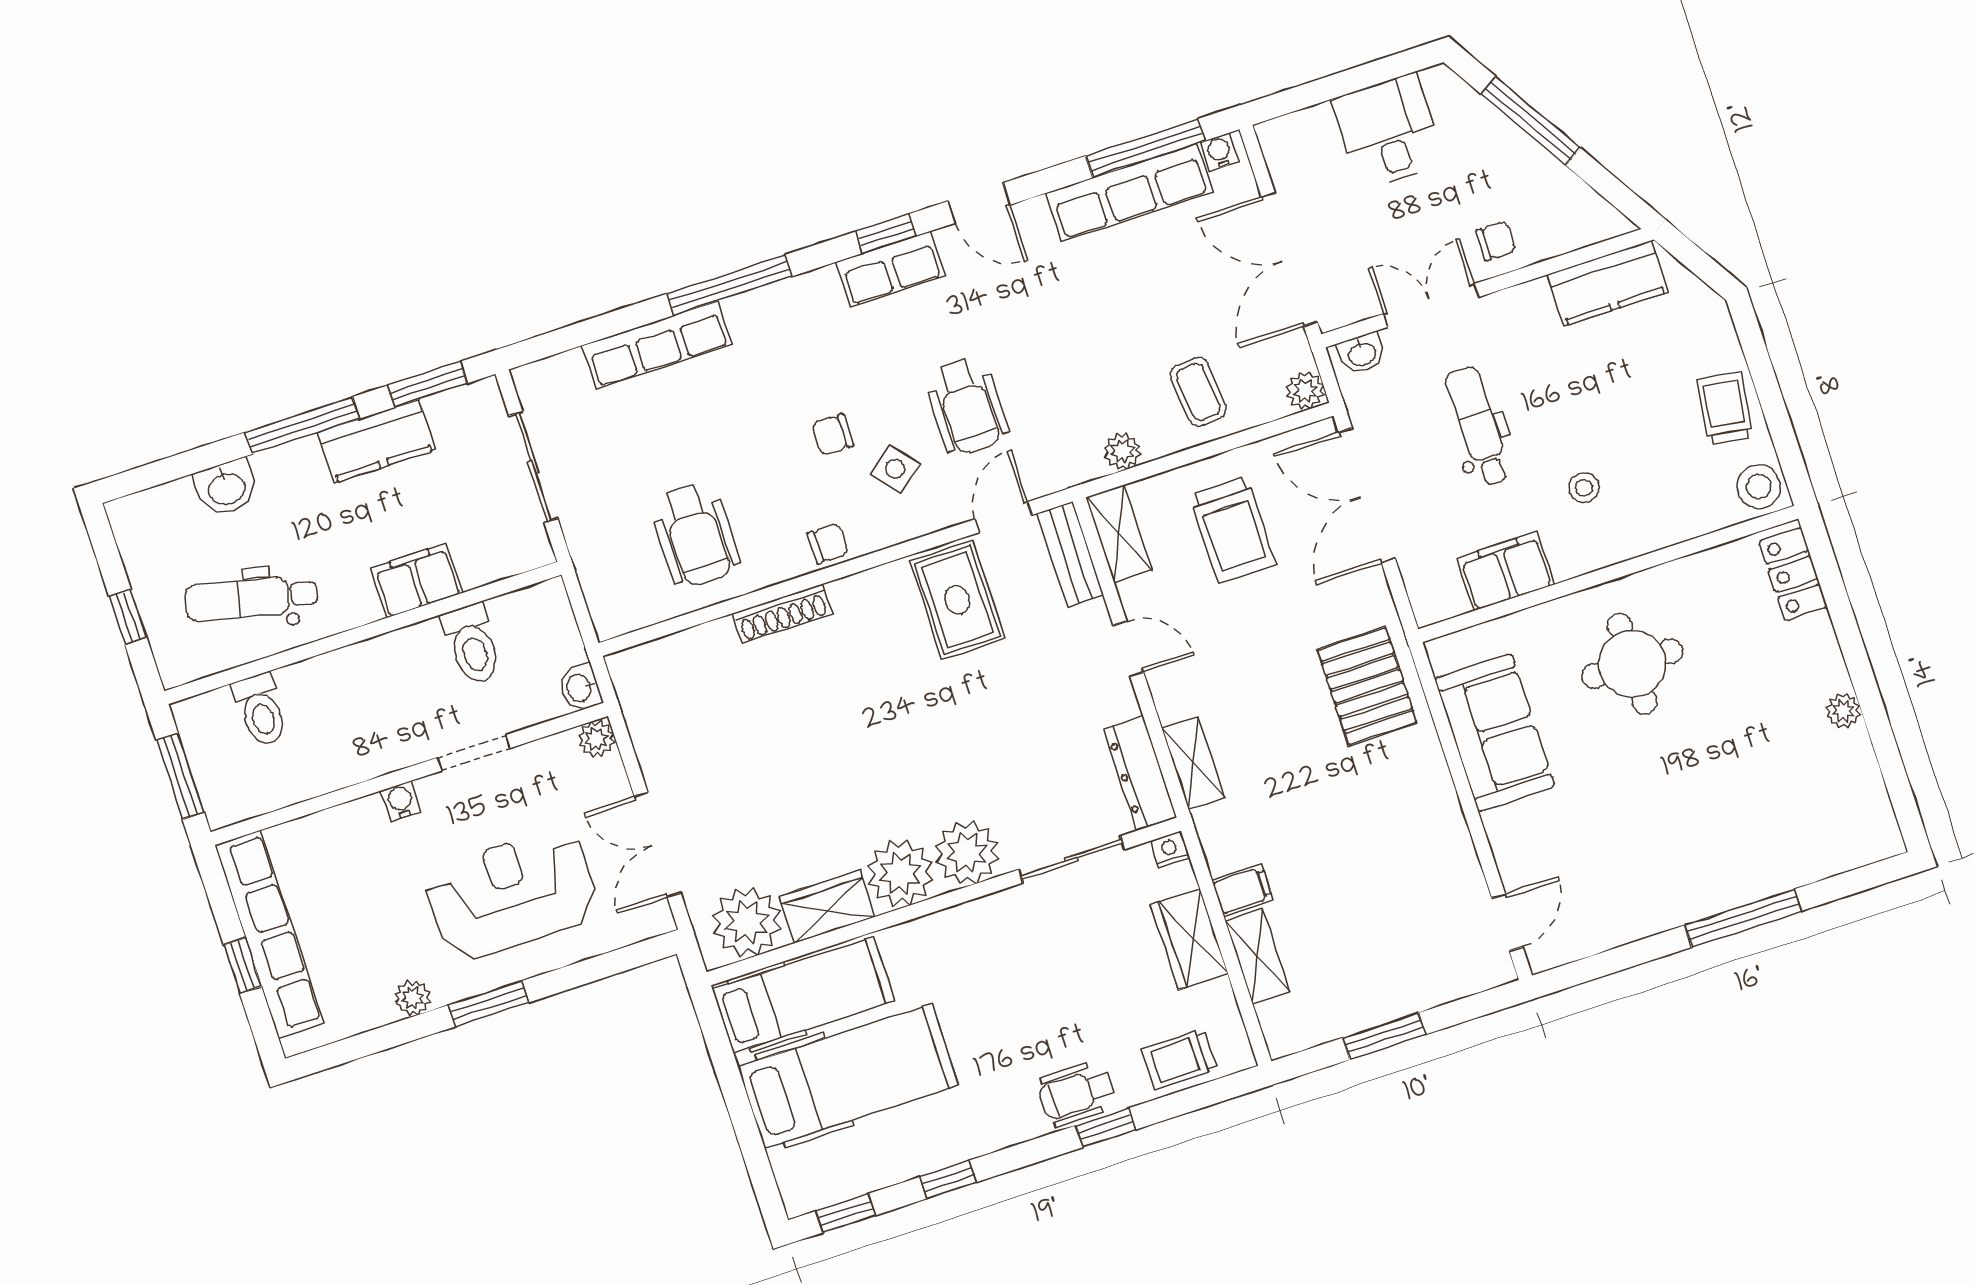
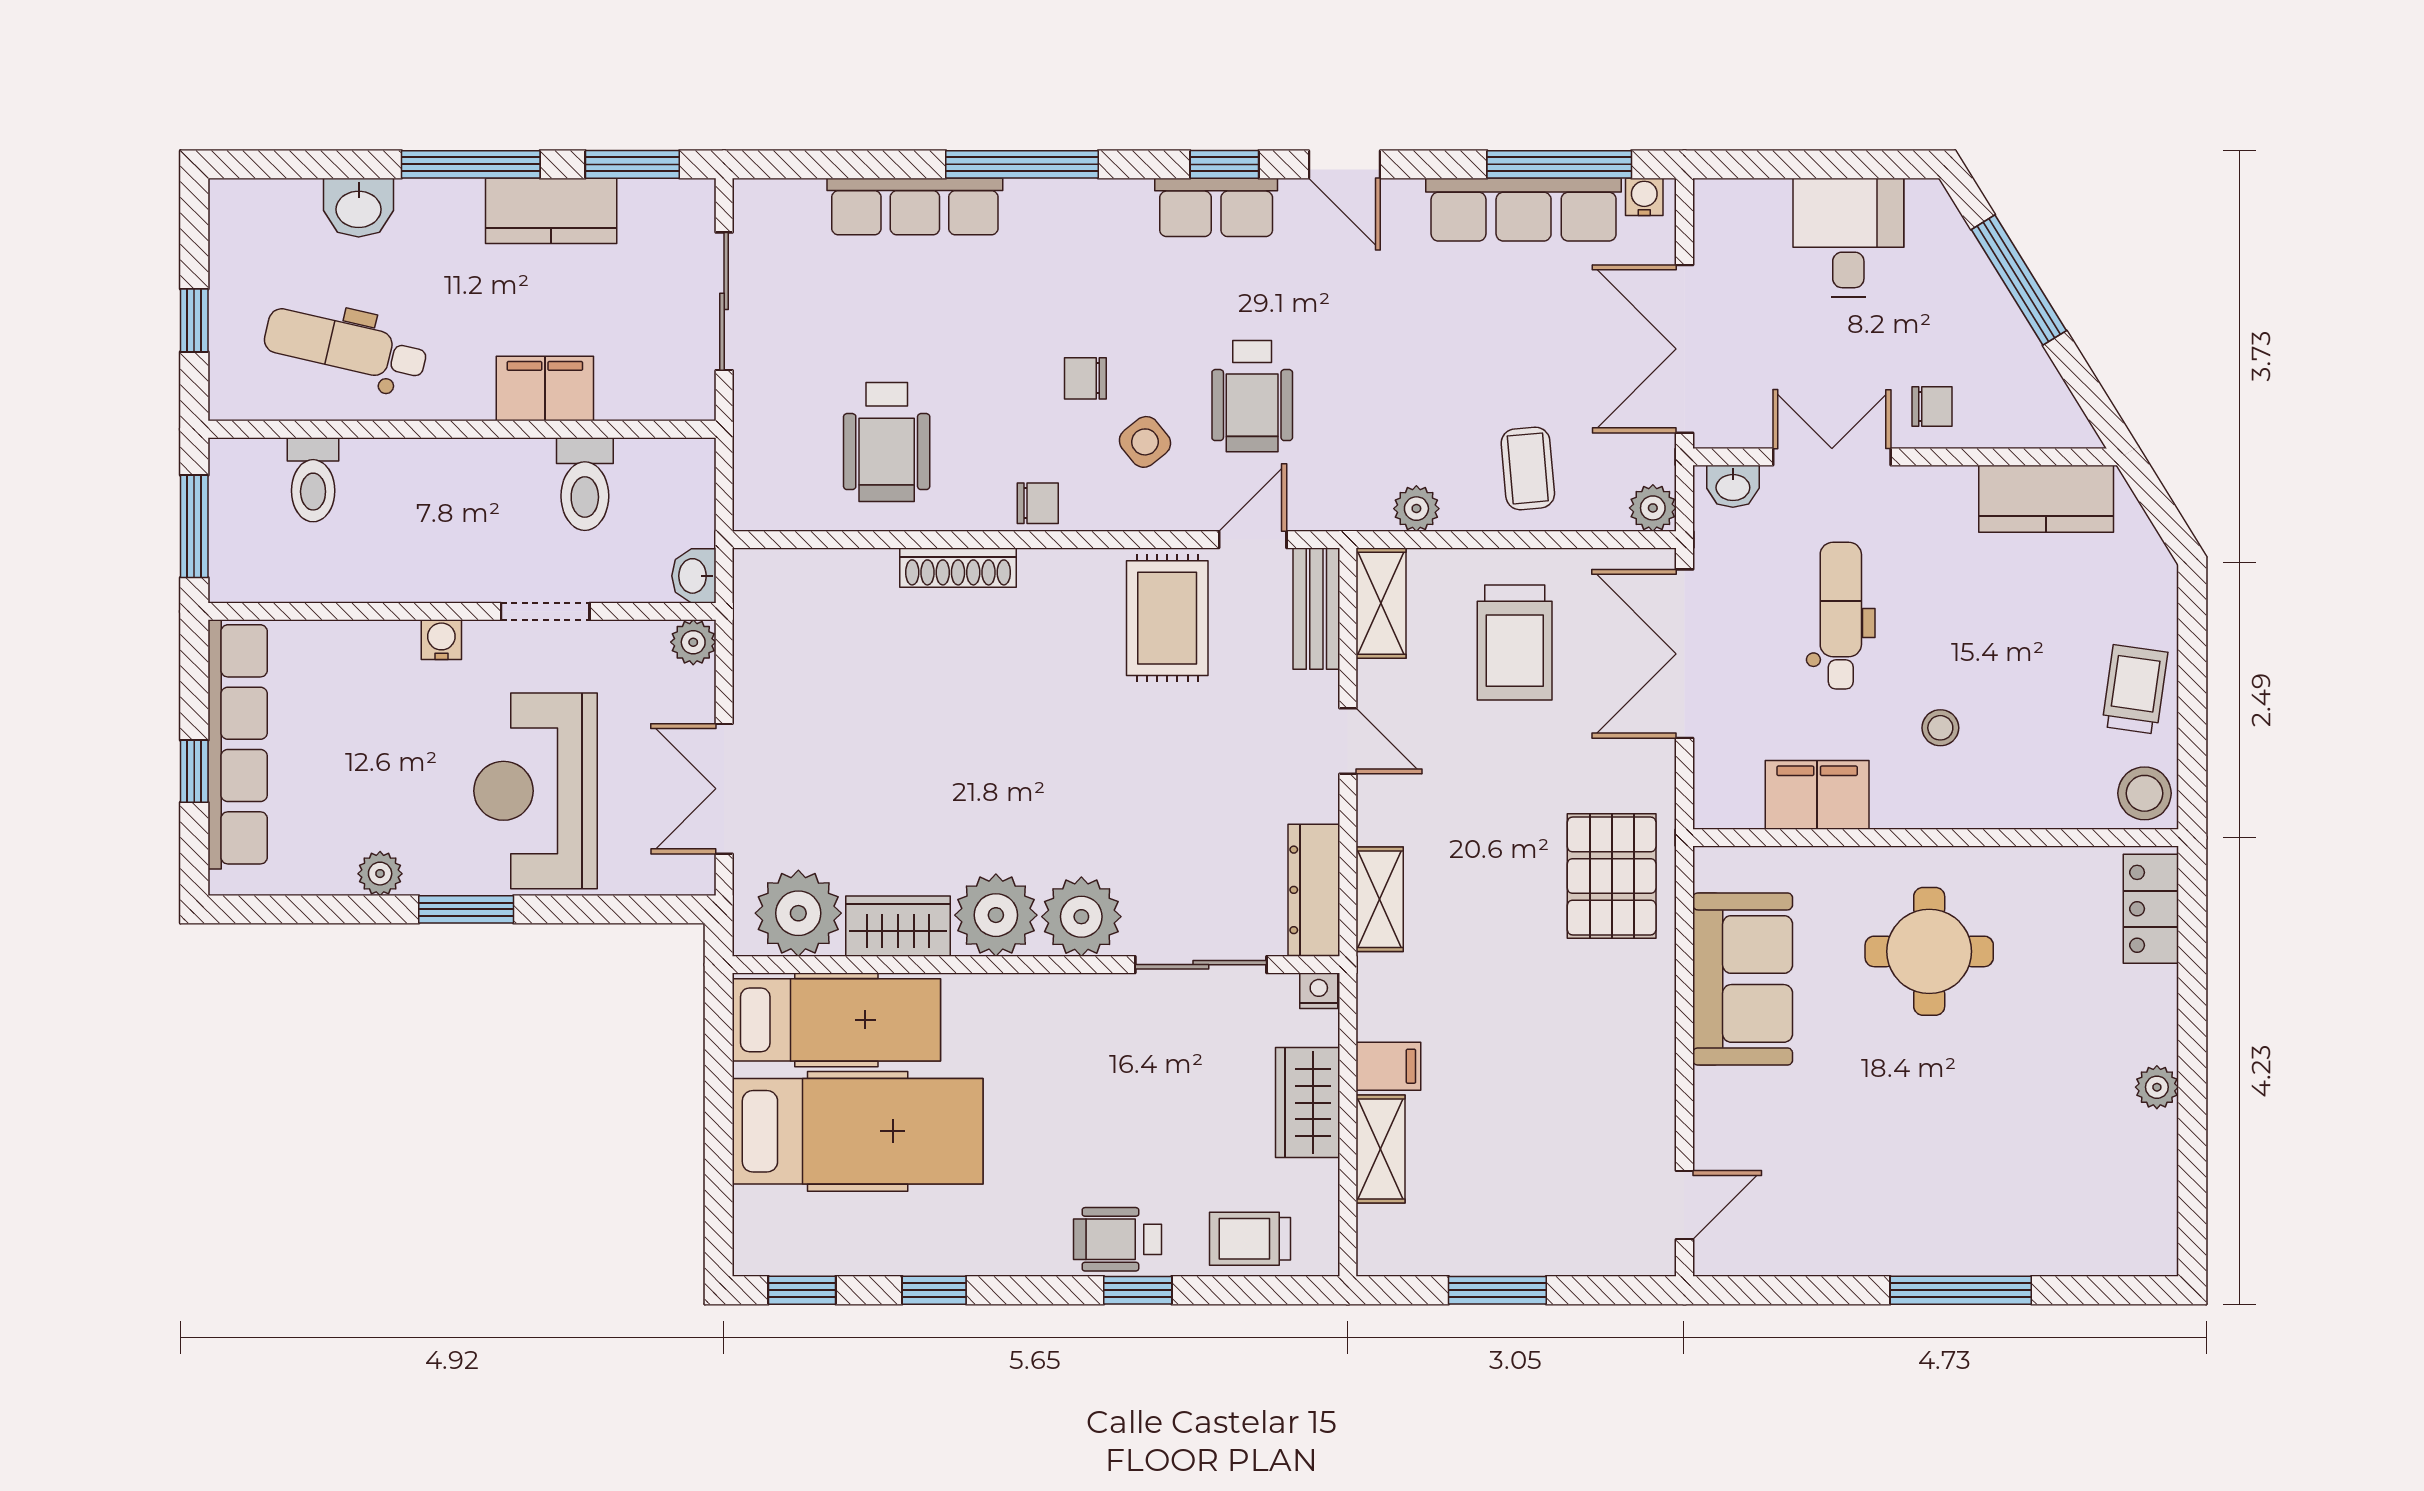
reception desk: (512, 894) -> (536, 791), turned -90

